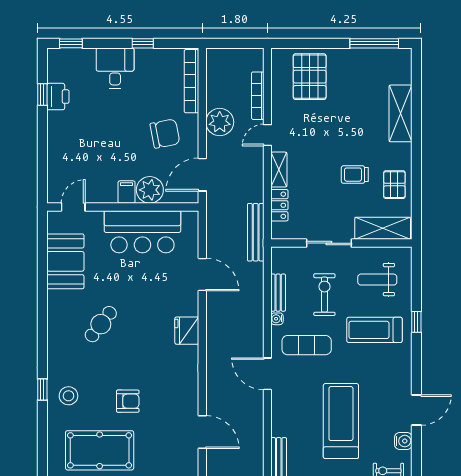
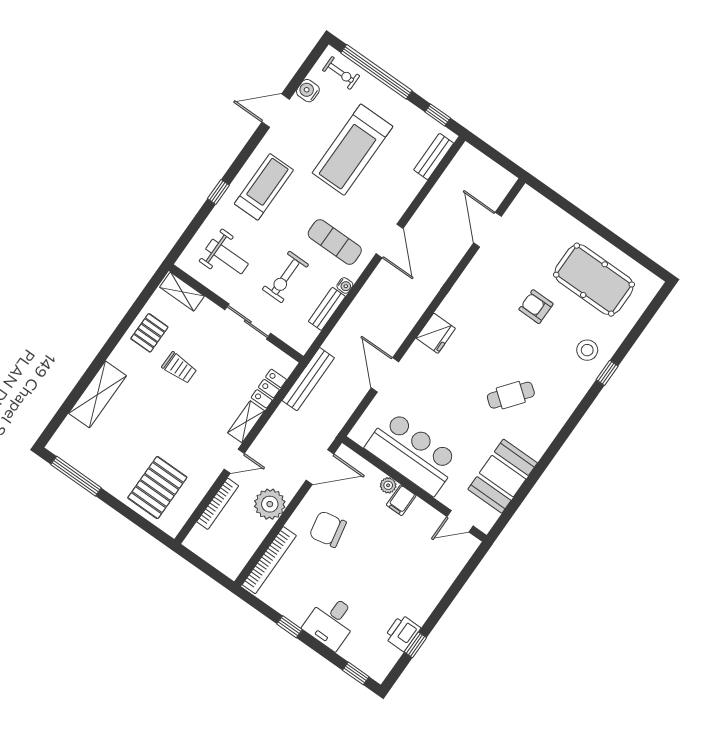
plant: (150, 190) -> (388, 485), width x0.53, depth x0.53
shelving: (383, 228) -> (182, 292), width x0.67, depth x0.75
treadmill: (374, 330) -> (264, 187), moved, turned -90

